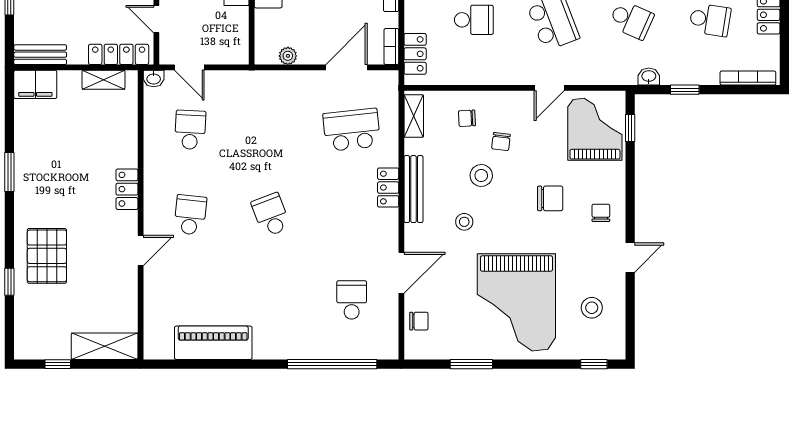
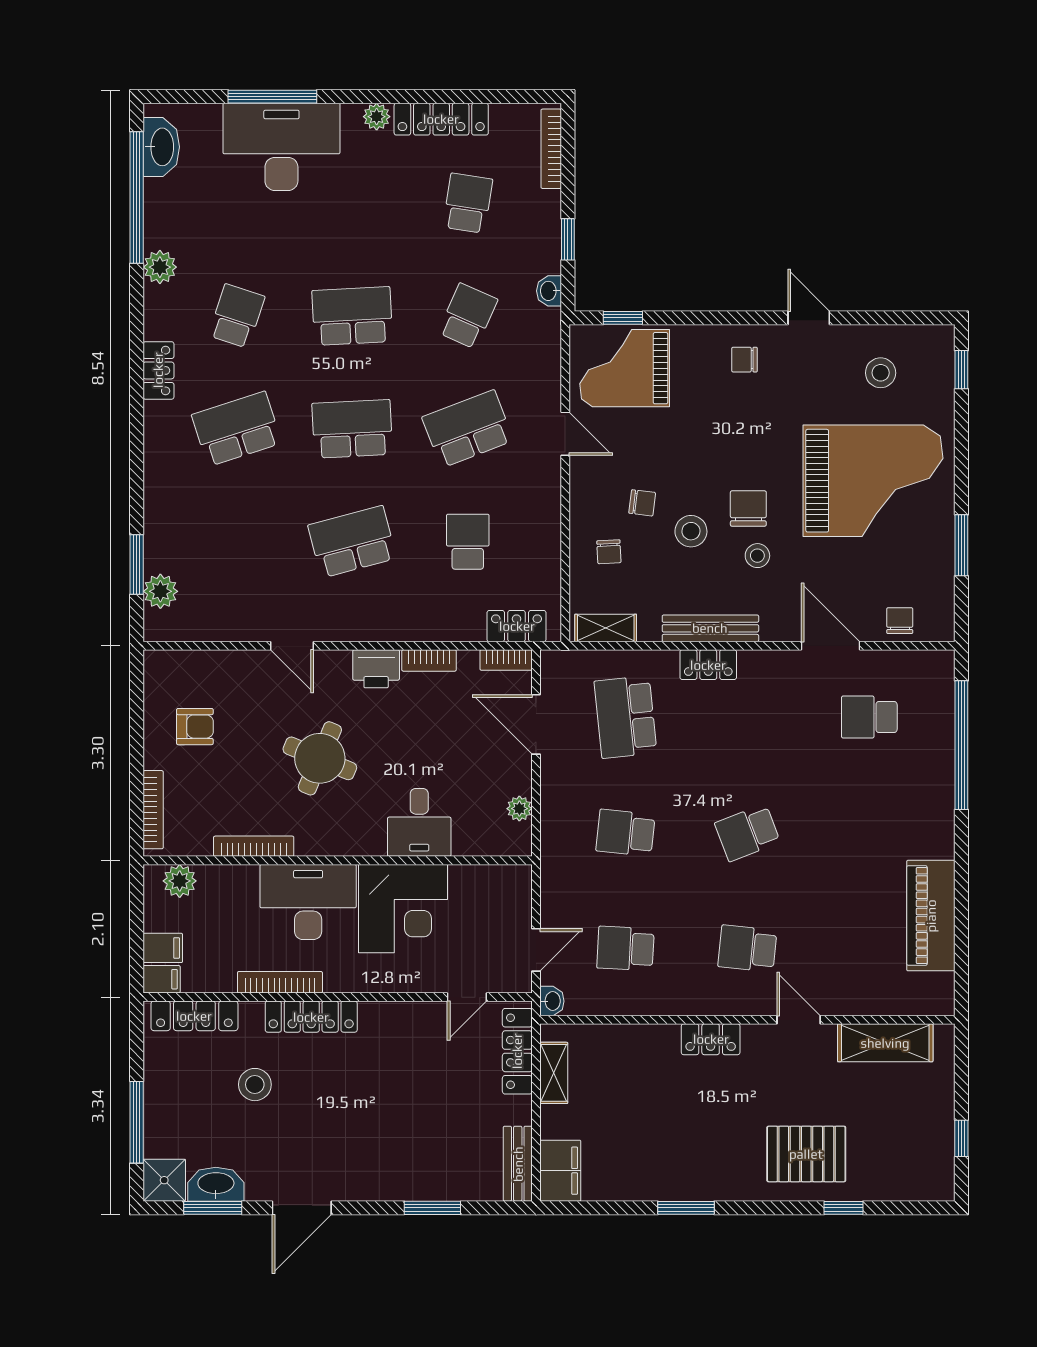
school desk: (271, 130) -> (625, 833), added
chair: (550, 198) -> (748, 509), moved
shelving: (105, 346) -> (885, 1043), moved, turned 90

